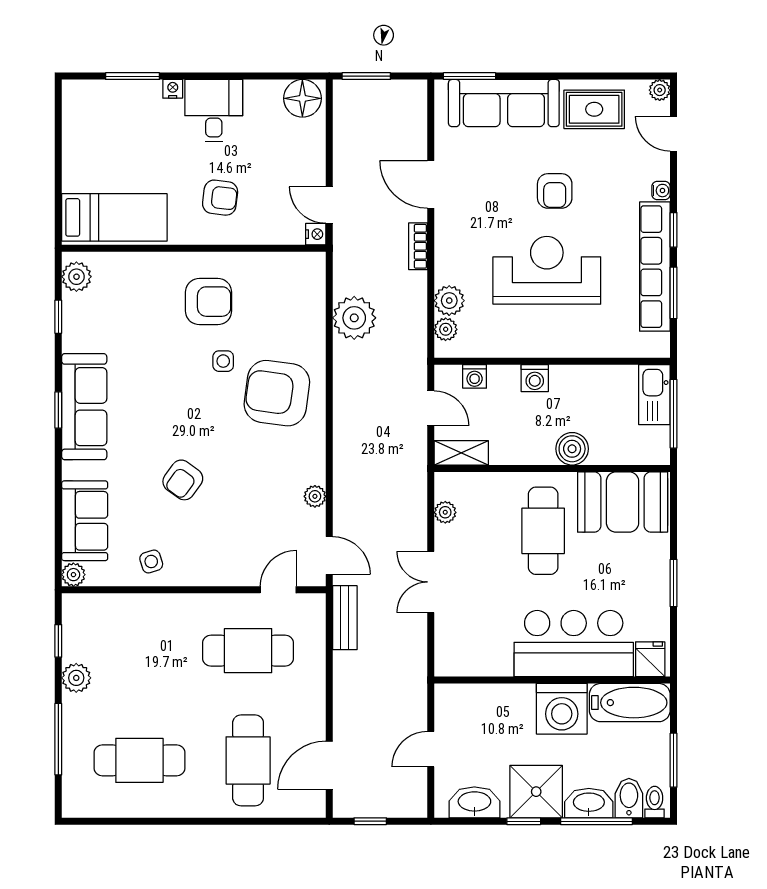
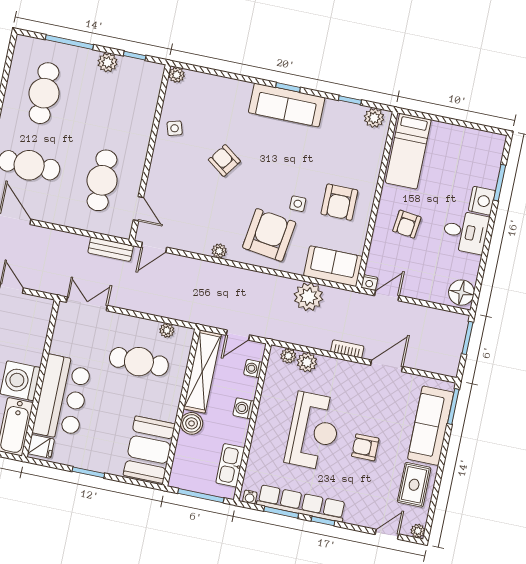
nightstand: (173, 89) -> (482, 201), width x1.89, depth x1.79
water cooler: (661, 191) -> (250, 497), moved
kitchen sink: (654, 395) -> (230, 465), moved, turned -90
shelving: (461, 453) -> (202, 371), width x2.20, depth x1.33
plant: (315, 496) -> (219, 251), moved
sofa: (85, 521) -> (333, 266), moved, turned 180
cafe table: (543, 531) -> (139, 362), moved
double door: (431, 582) -> (87, 304), moved

